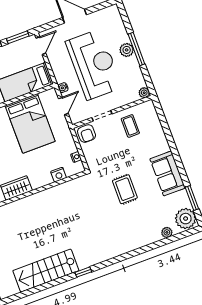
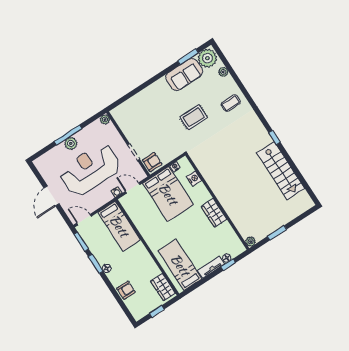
bed: (30, 123) -> (168, 194), moved, turned 90
coffee table: (130, 126) -> (231, 103), moved
sofa: (168, 173) -> (184, 75), moved

